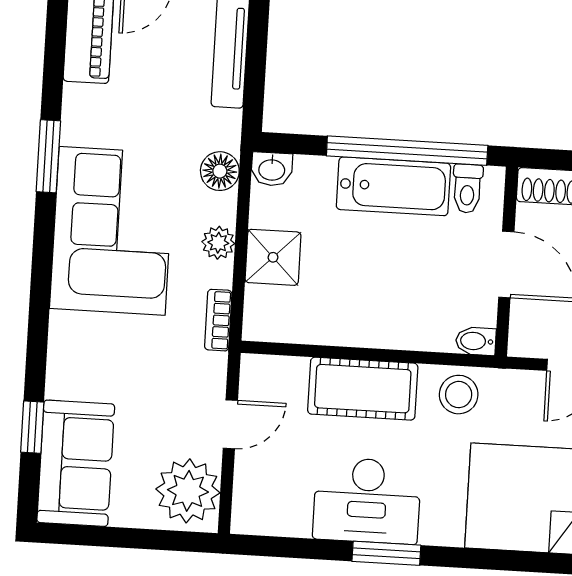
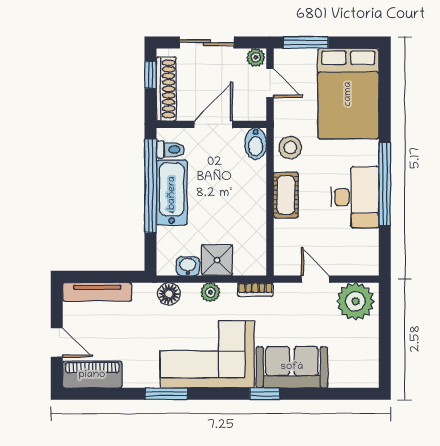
washbasin: (272, 169) -> (188, 266), moved, turned -90
bidet: (476, 341) -> (256, 144), width x1.38, depth x1.36
cot: (363, 389) -> (286, 195), width x0.73, depth x0.75
window: (32, 427) -> (265, 394), moved
sofa: (76, 463) -> (292, 367), moved
window: (386, 553) -> (385, 184), width x2.11

